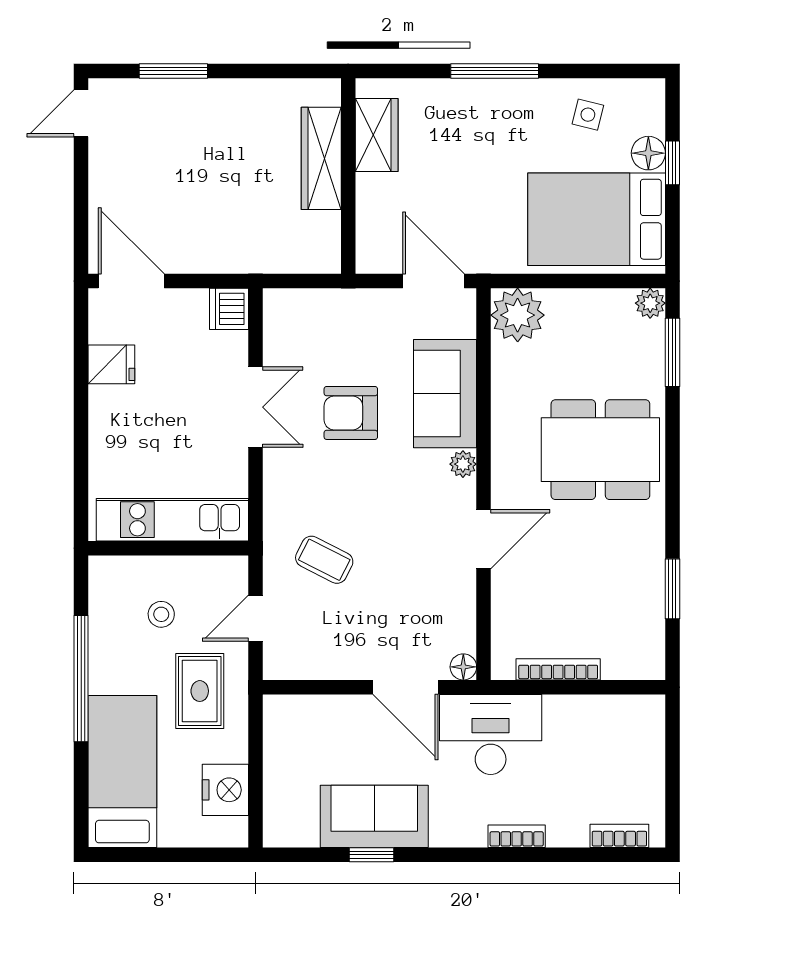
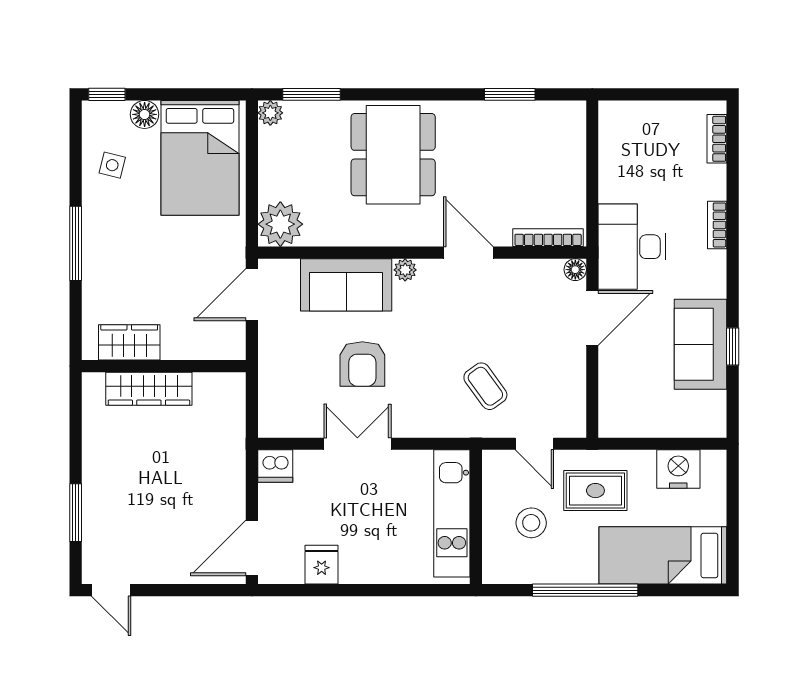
window: (672, 163) -> (107, 94), moved
coffee table: (324, 560) -> (485, 386), turned -63
stool: (161, 614) -> (531, 523), width x1.37, depth x1.37
bookcase: (558, 669) -> (548, 238), moved, turned 90

